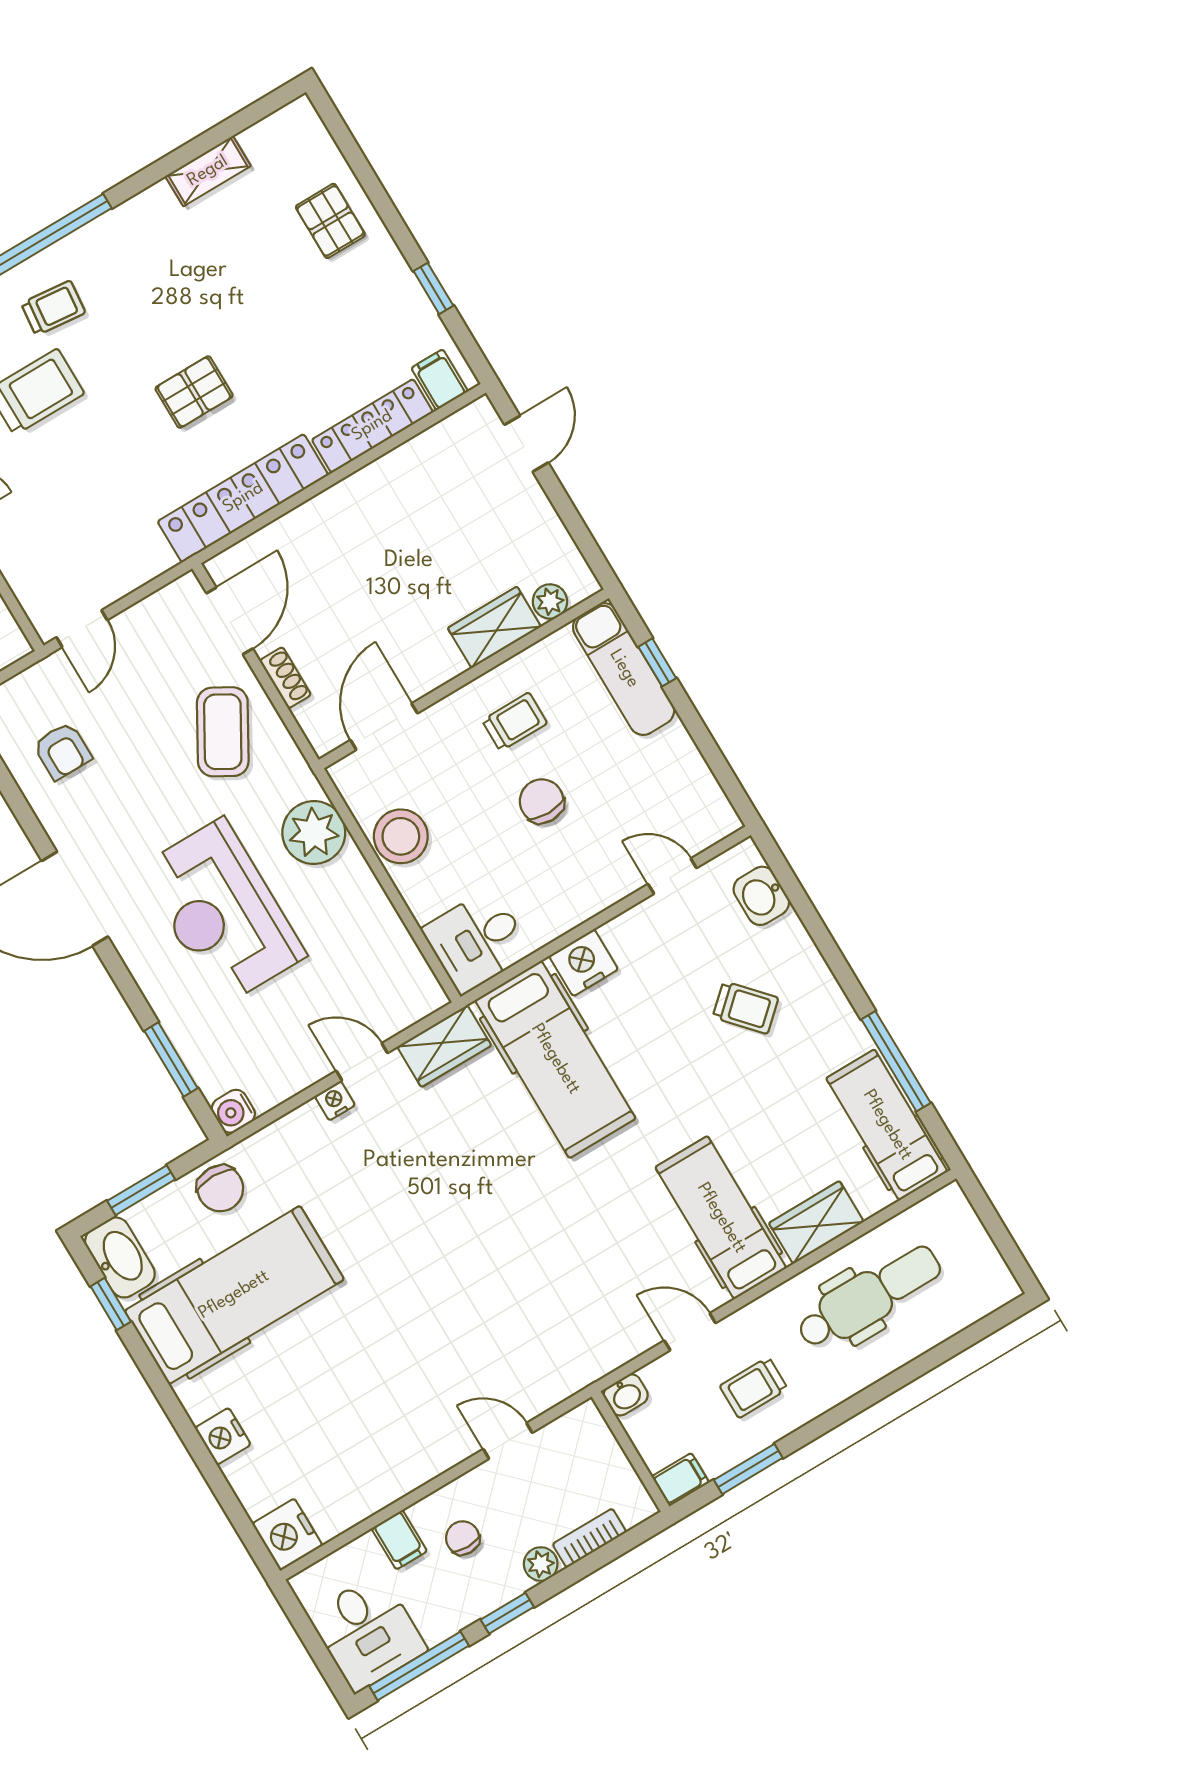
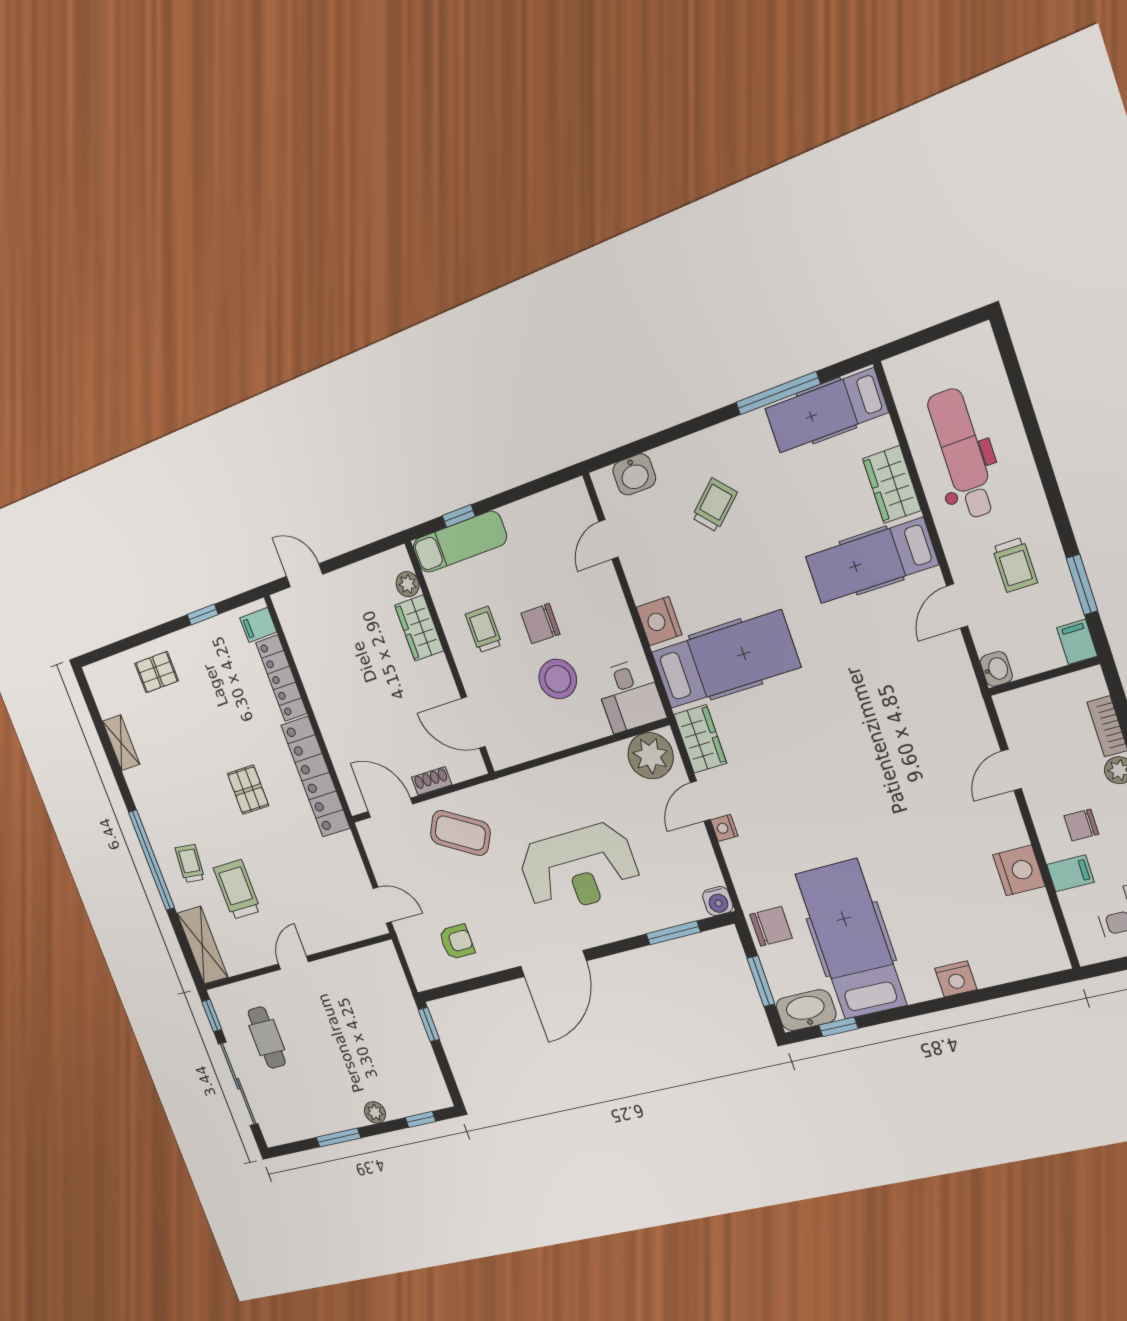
plant: (314, 833) -> (651, 756), moved
stool: (401, 836) -> (558, 679), moved
nightstand: (287, 1535) -> (1019, 870), moved, turned -90

